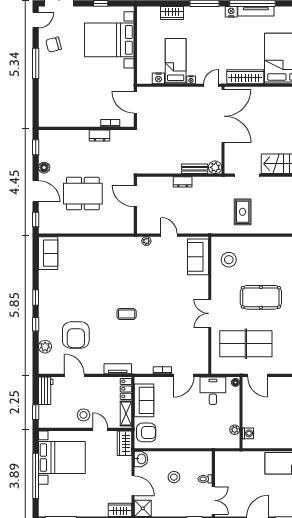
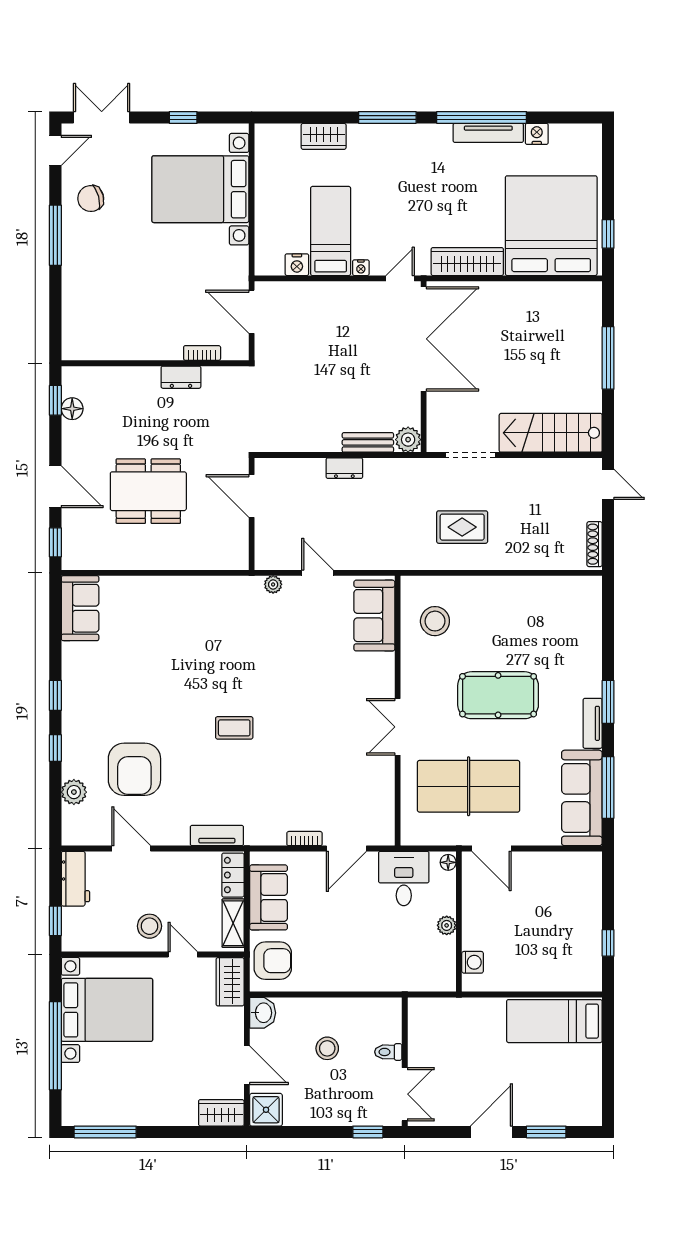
nightstand: (231, 12) -> (537, 134), moved
floor lamp: (44, 168) -> (72, 409), moved
rug: (243, 212) -> (462, 527), turned 90
plant: (235, 430) -> (447, 925), moved

